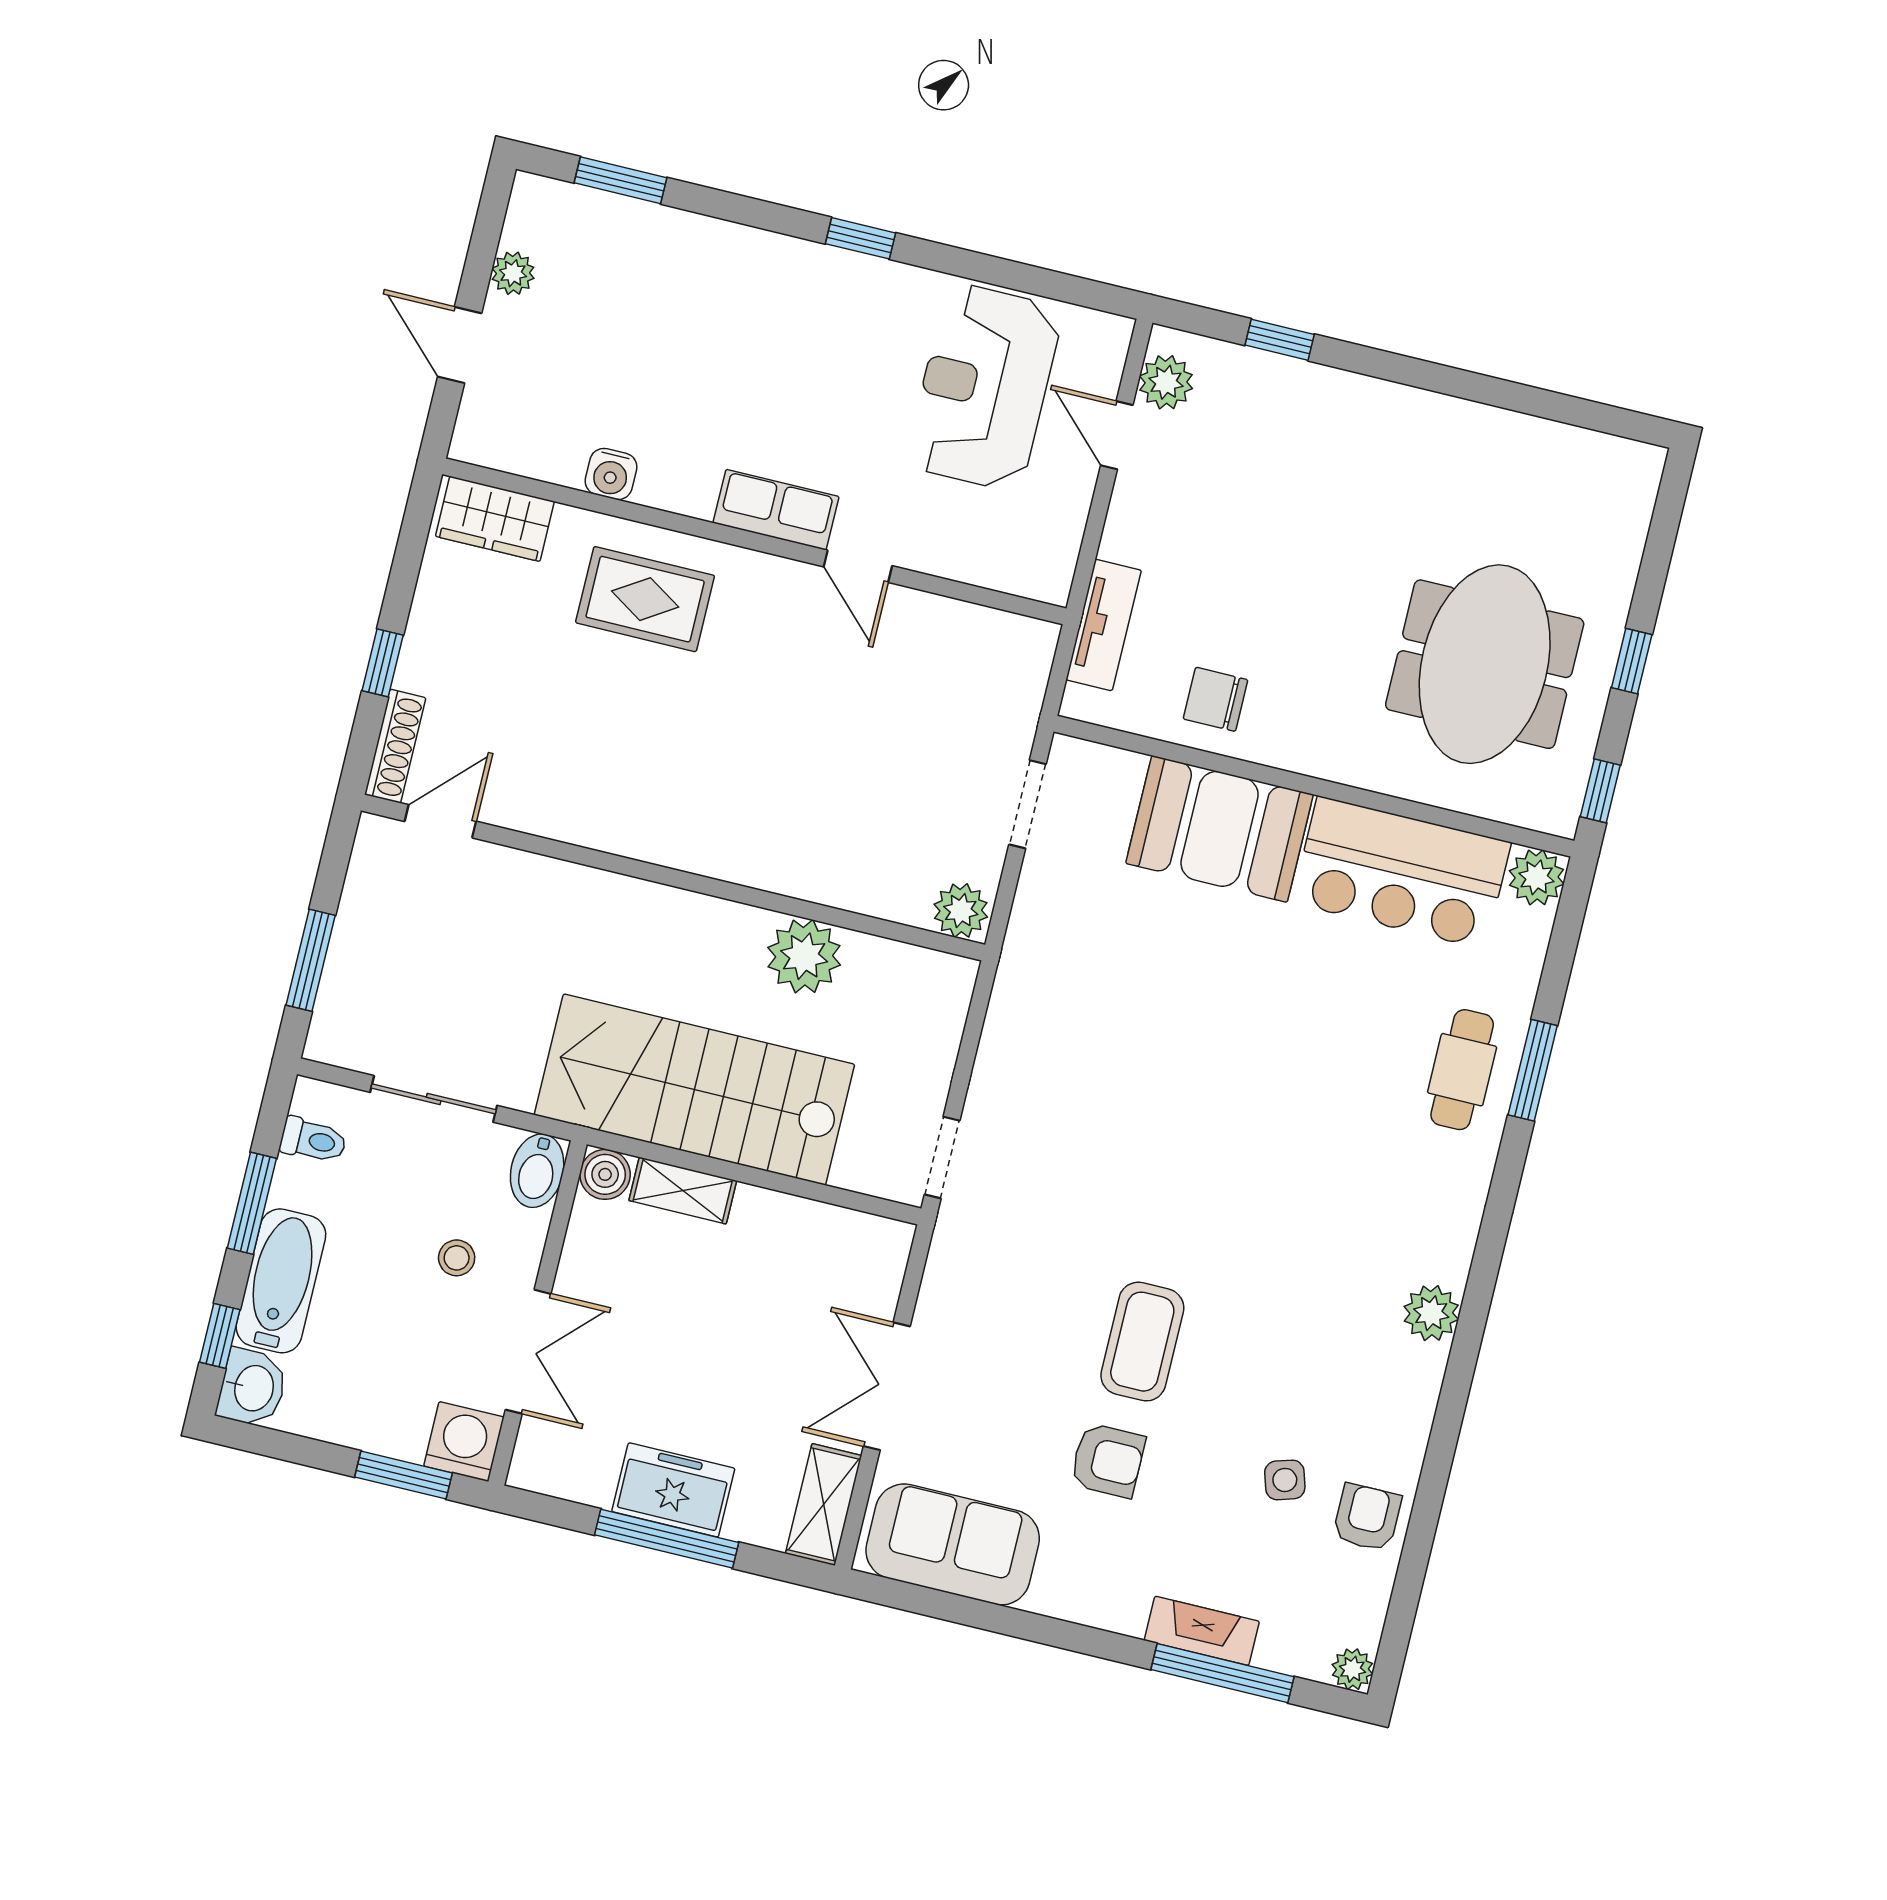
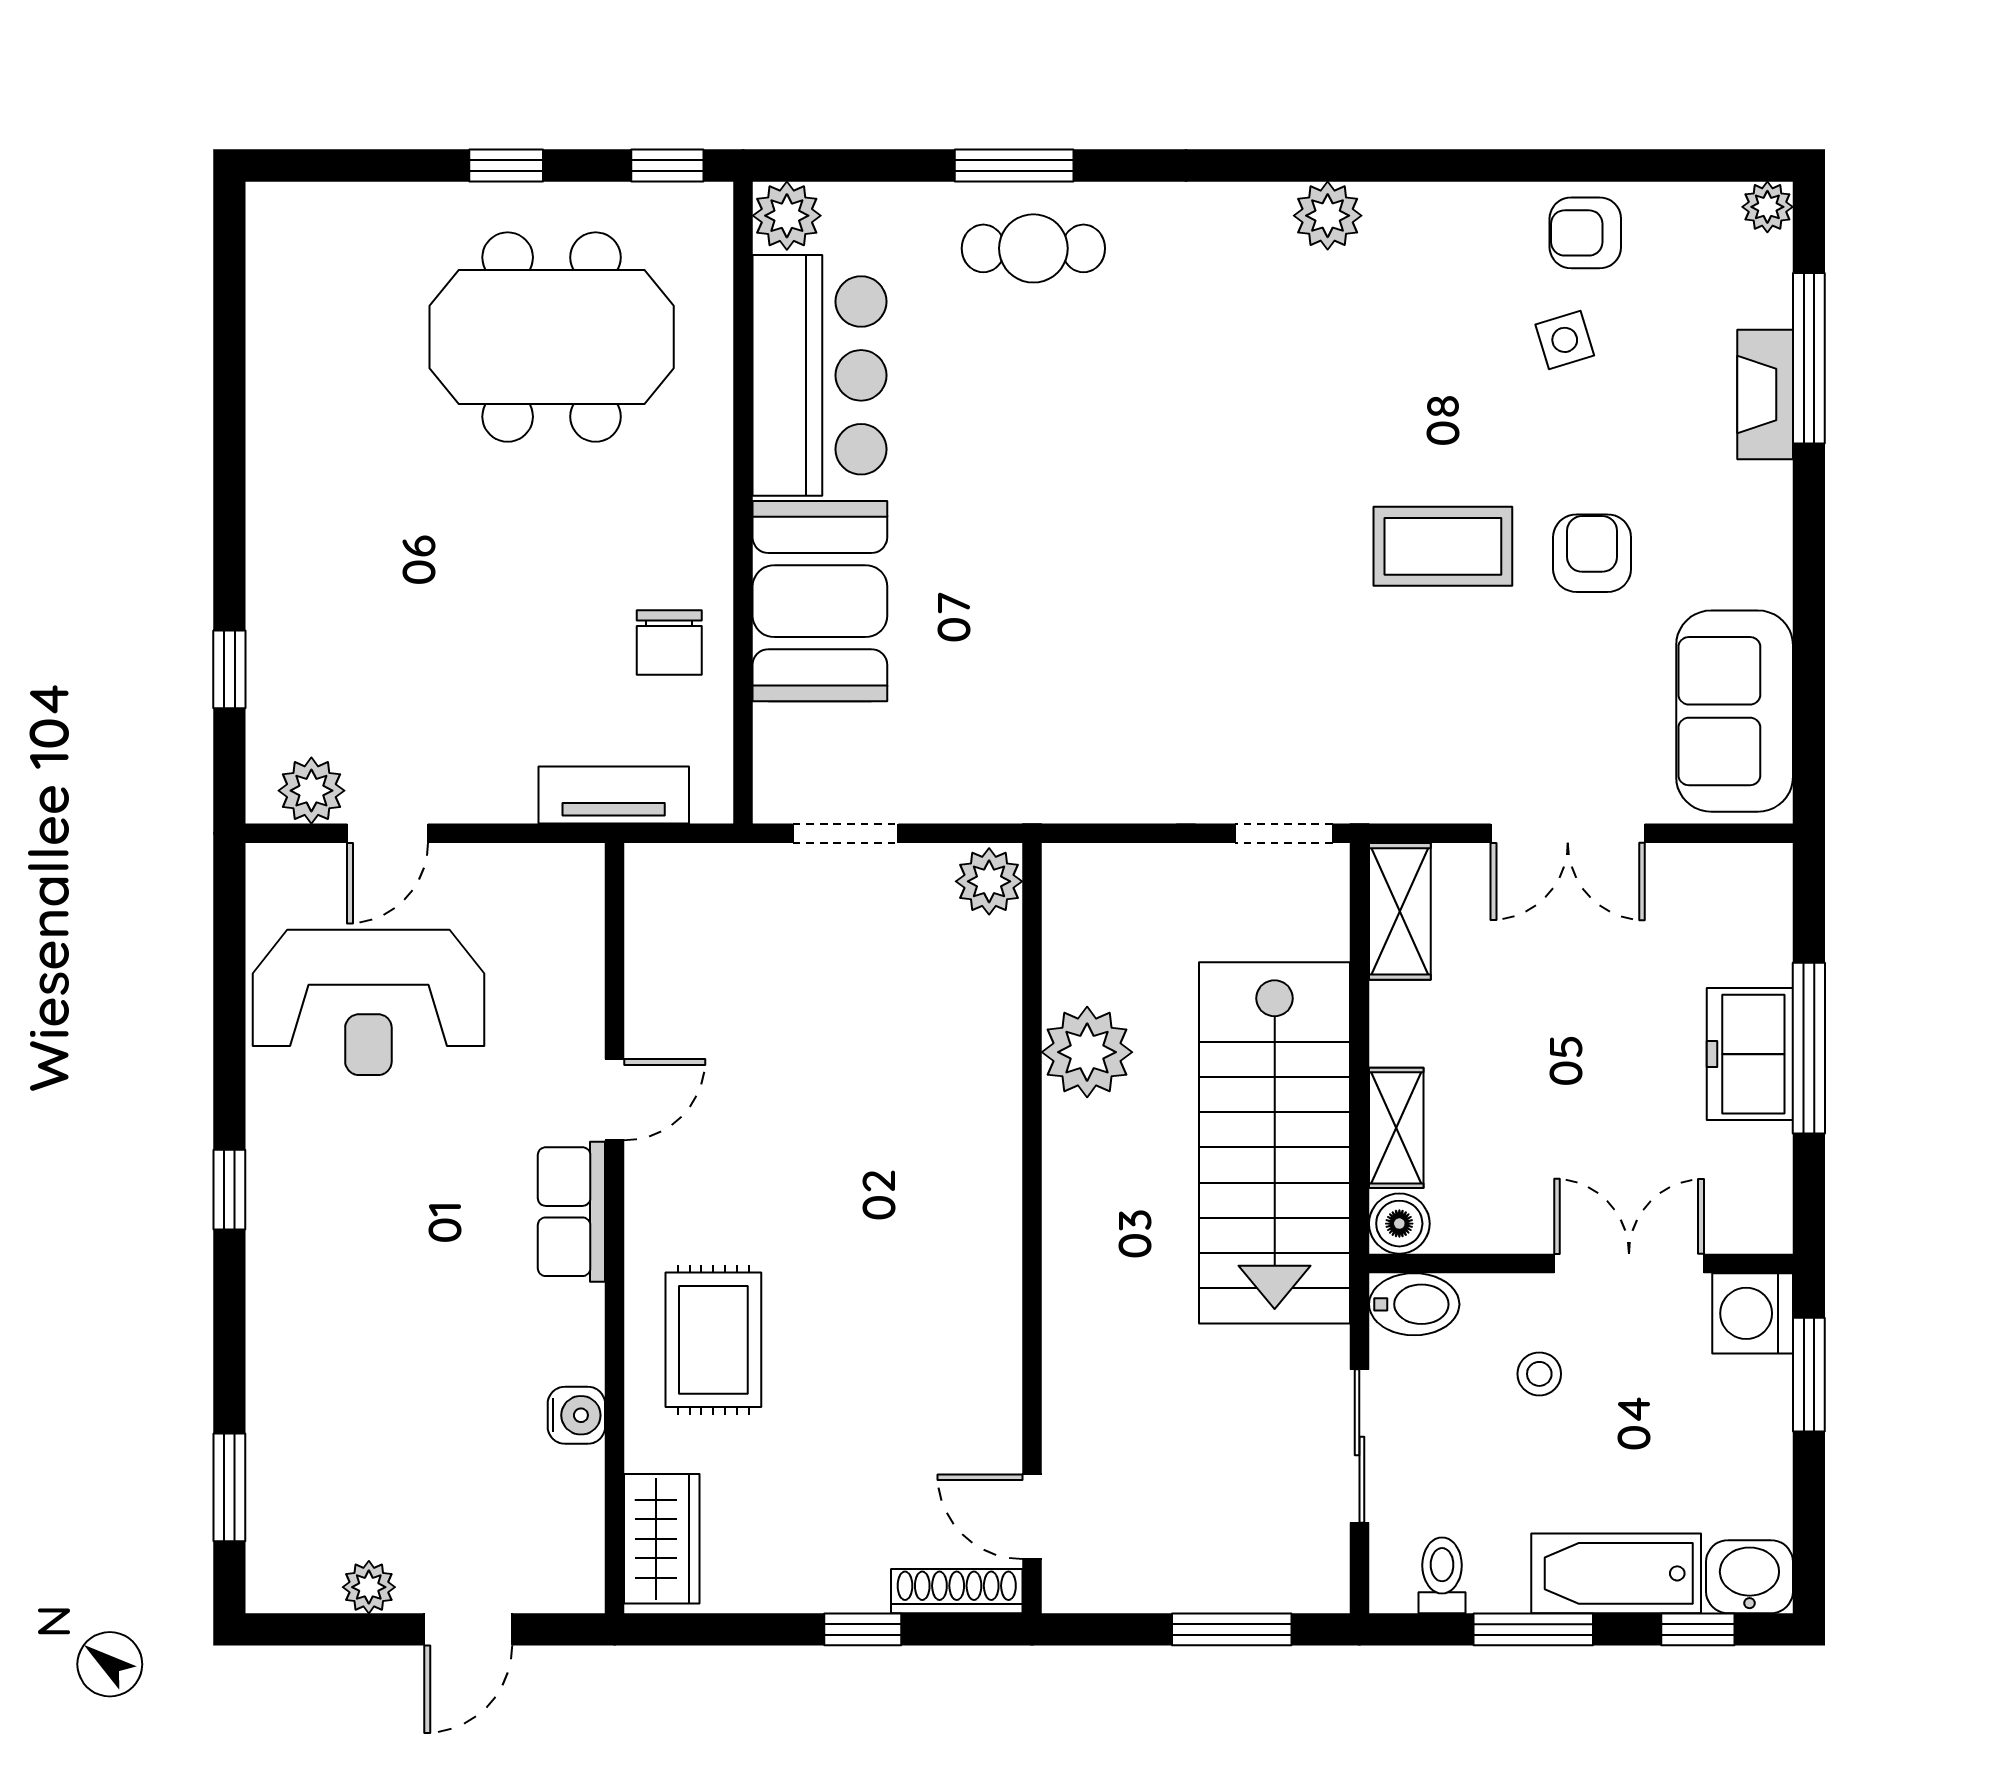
shelving: (824, 1505) -> (1400, 911), moved, turned 90

